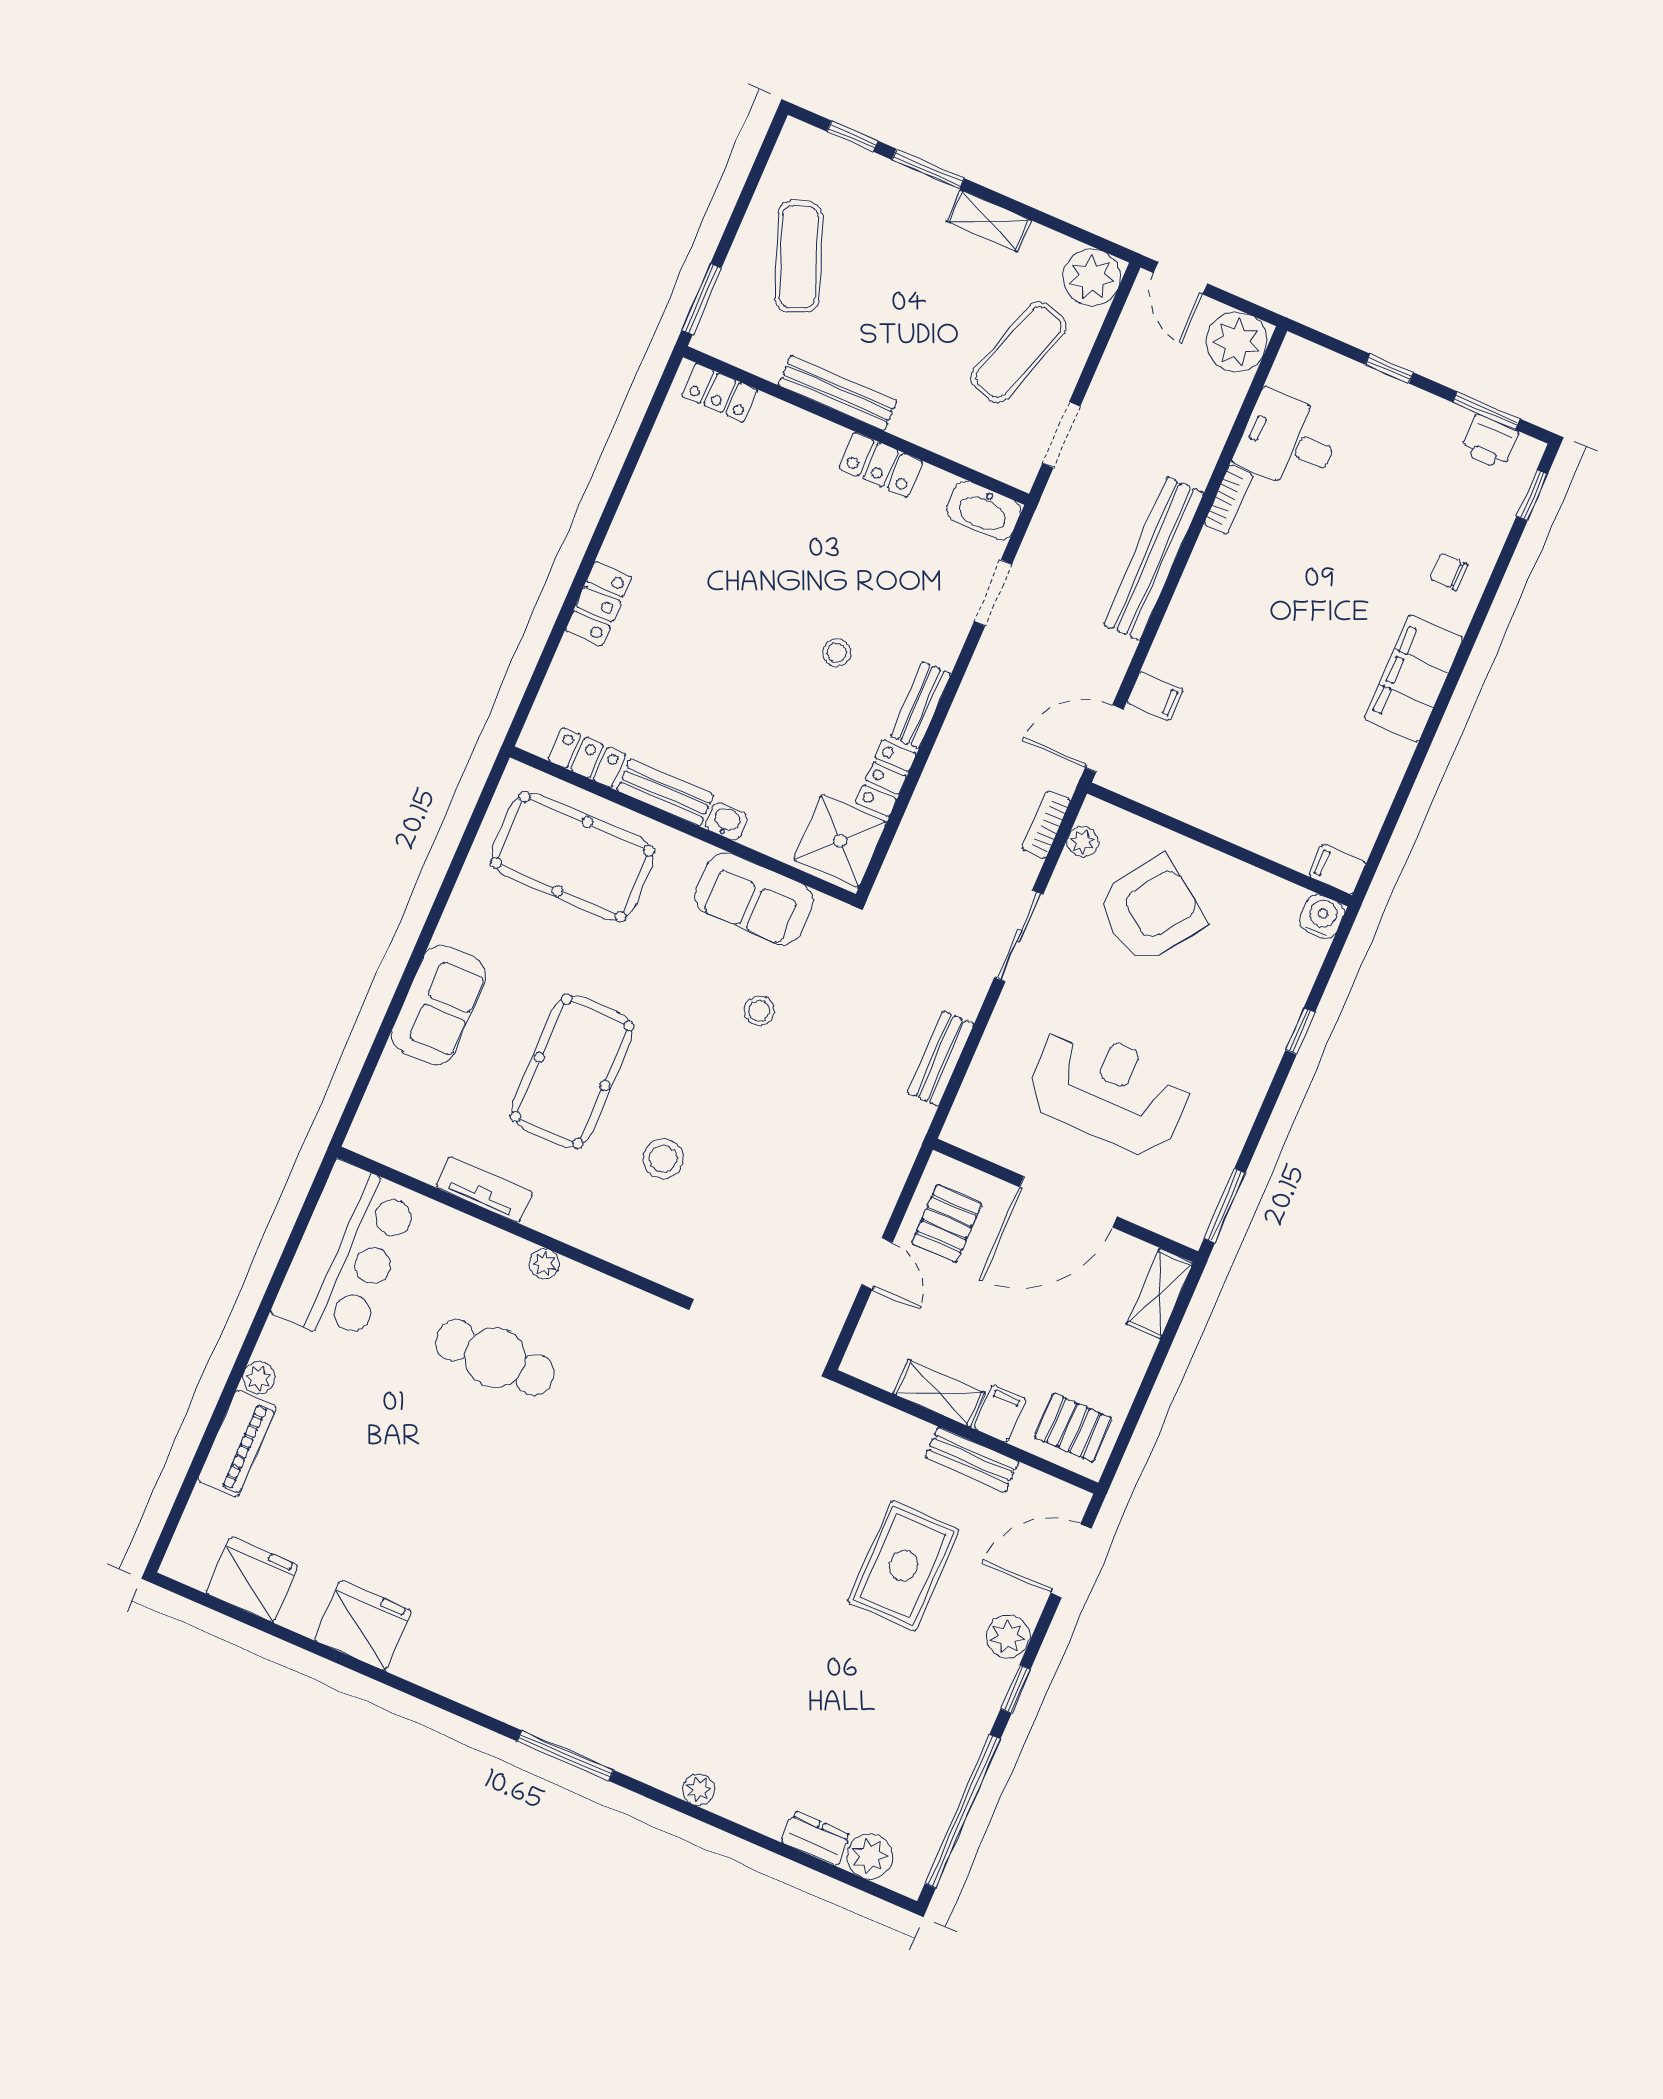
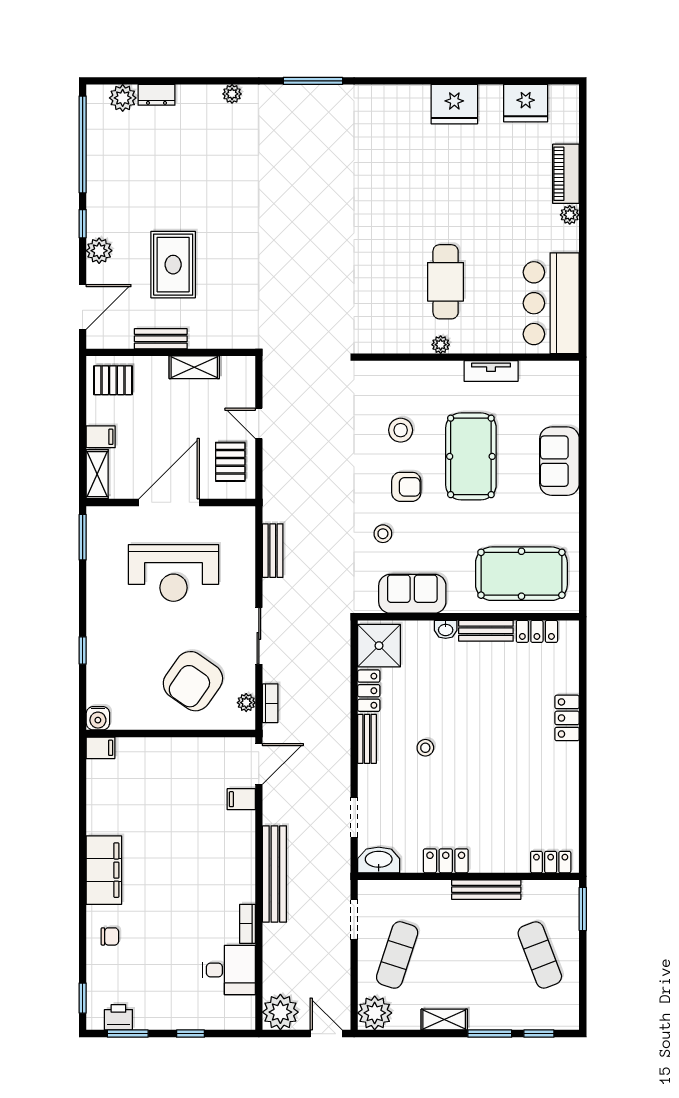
armchair: (692, 1068) -> (406, 487), added
cafe table: (495, 1357) -> (446, 282), turned 90
filing cabinet: (1000, 1414) -> (101, 437), moved, turned -90

